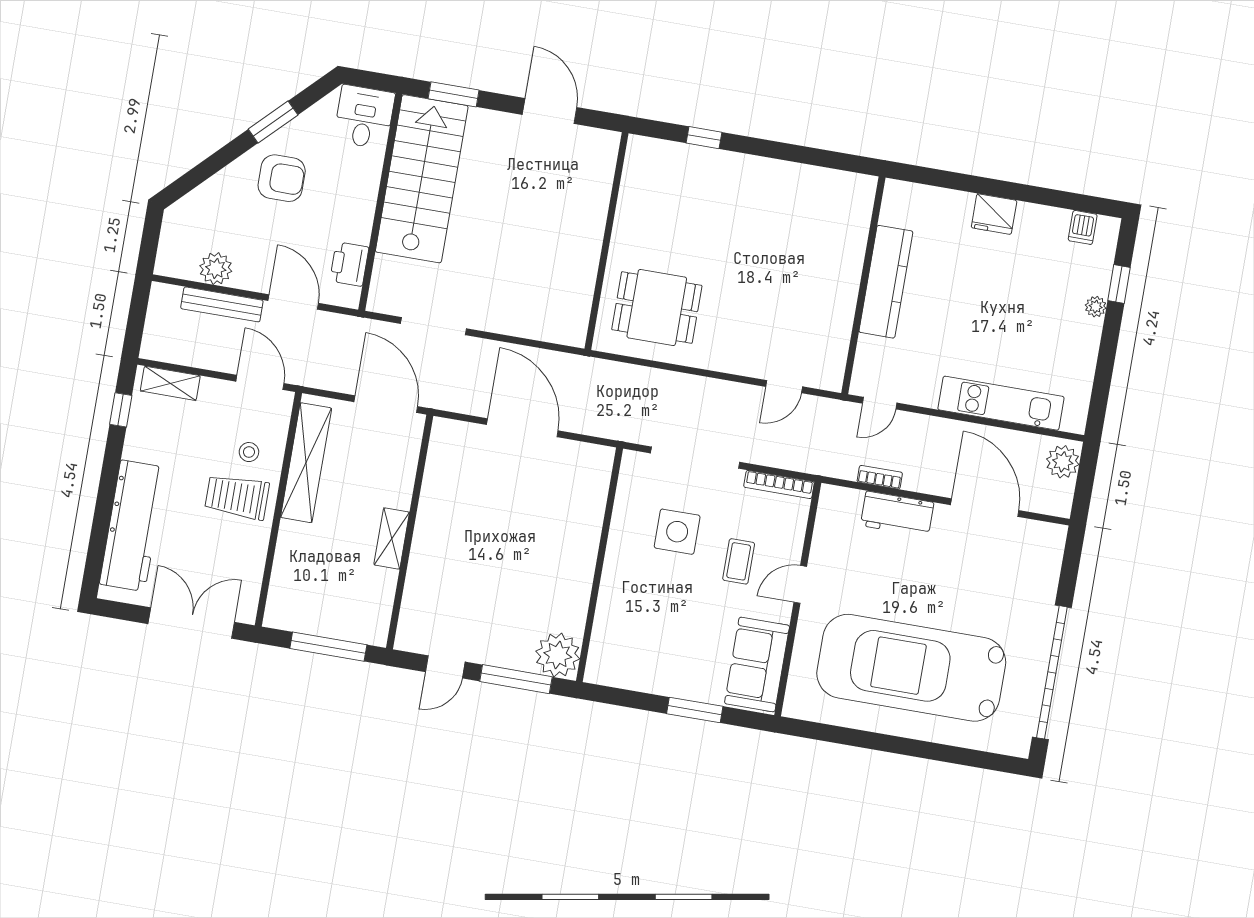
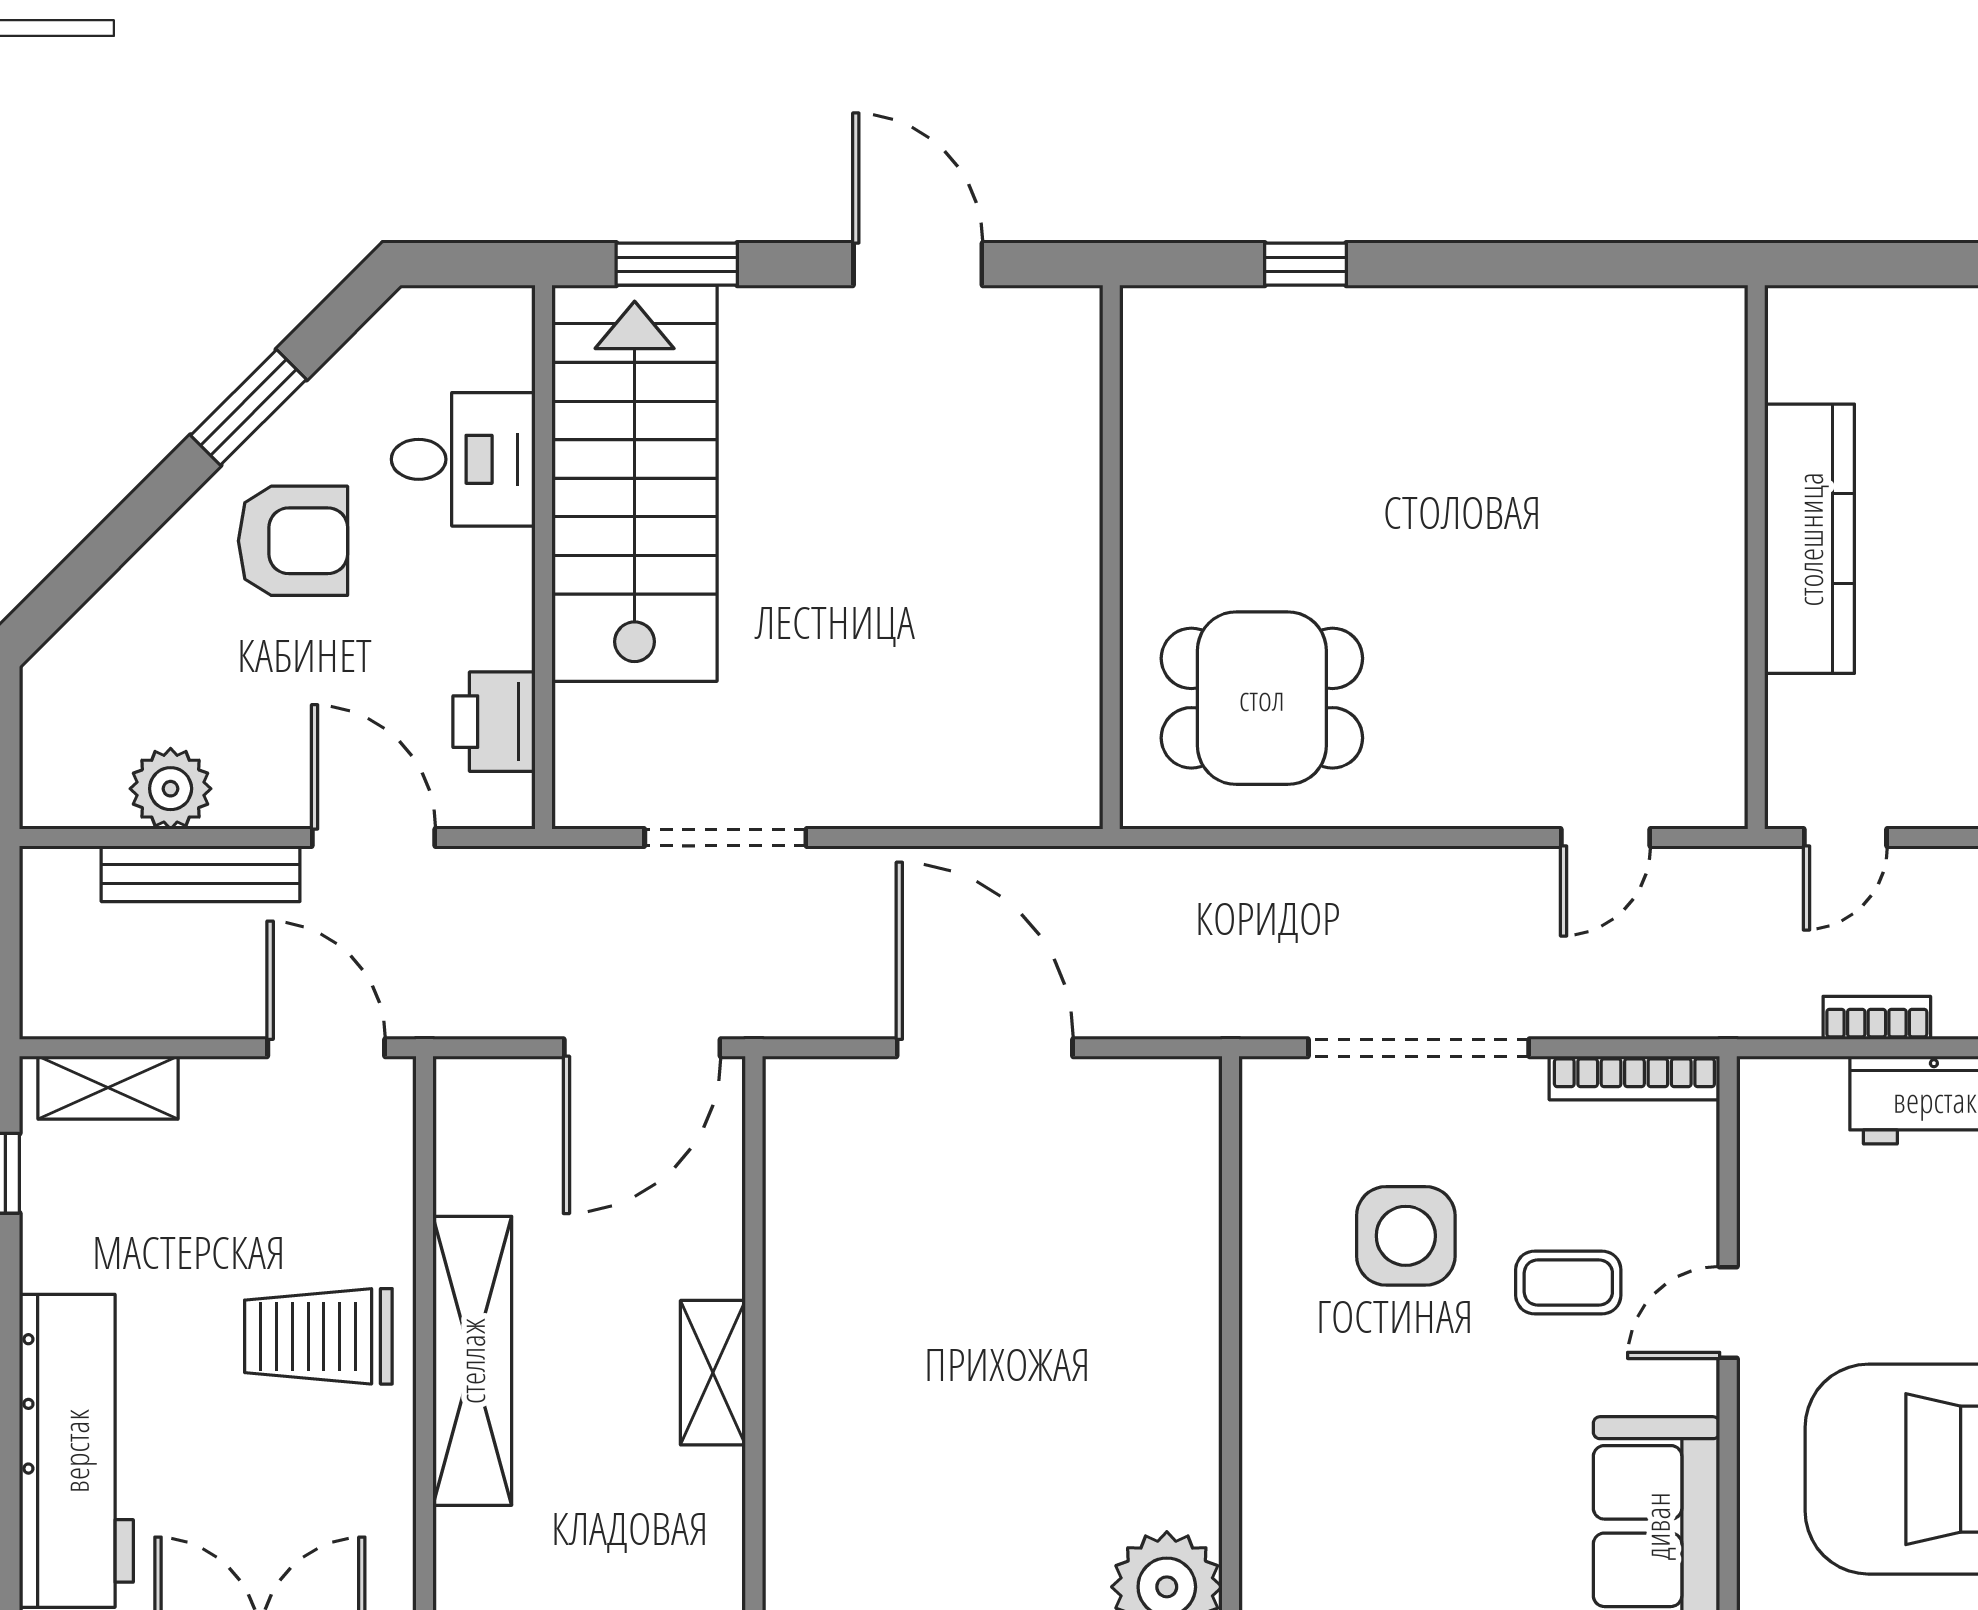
desk: (364, 117) -> (463, 459), moved, turned 90
door: (386, 404) -> (642, 1048), swing flipped
stool: (249, 452) -> (329, 1222), removed
shelving: (306, 463) -> (472, 1361), moved
coffee table: (739, 561) -> (1568, 1282), turned 90

